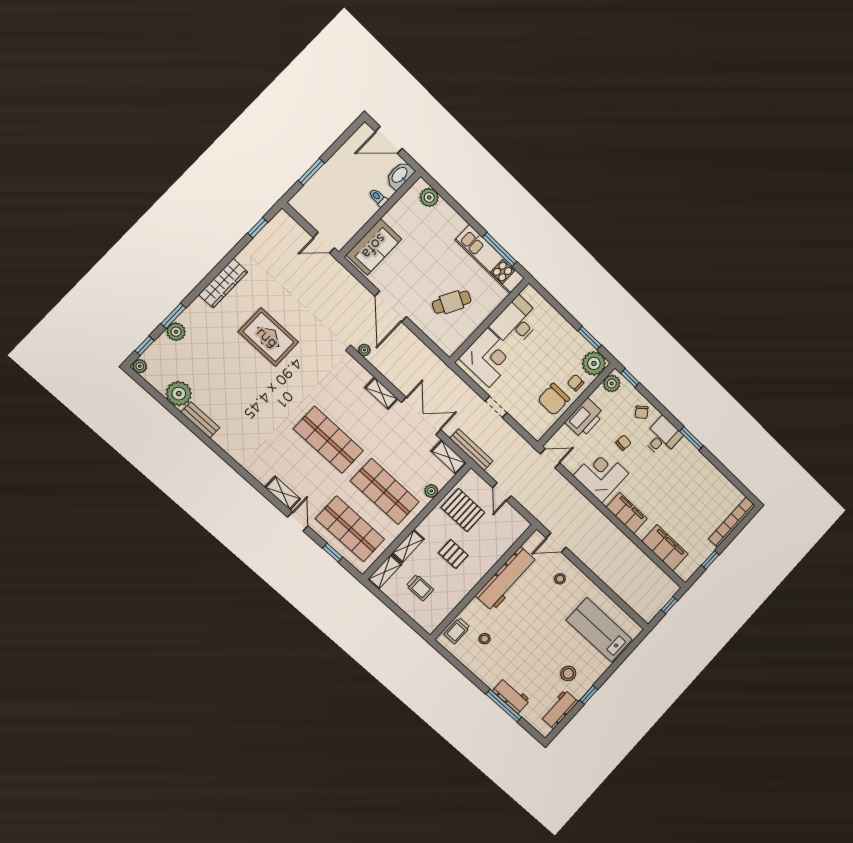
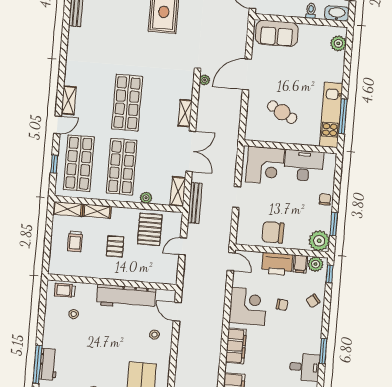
chair: (576, 383) -> (325, 199), moved
filing cabinet: (601, 397) -> (300, 264), added
desk: (662, 437) -> (304, 367), moved

